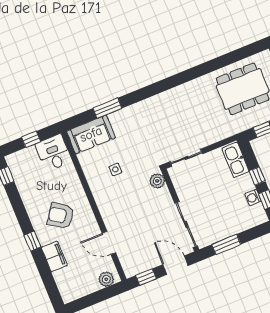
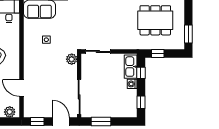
window: (257, 176) -> (141, 73), moved
washing machine: (253, 197) -> (132, 84), moved

